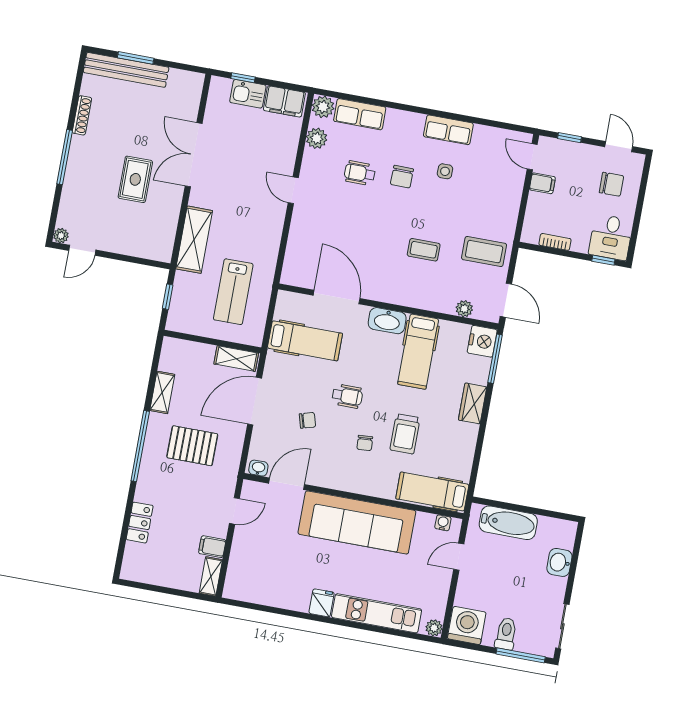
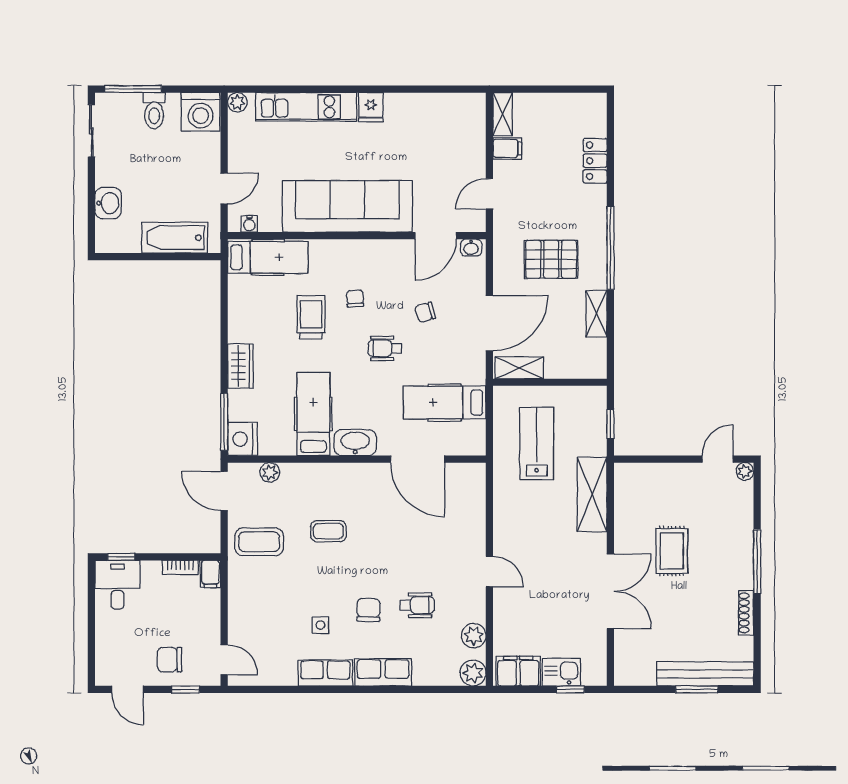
row of seats: (360, 114) -> (383, 672), moved
filing cabinet: (542, 183) -> (210, 574), moved, turned -90
chair: (611, 184) -> (170, 660), moved

